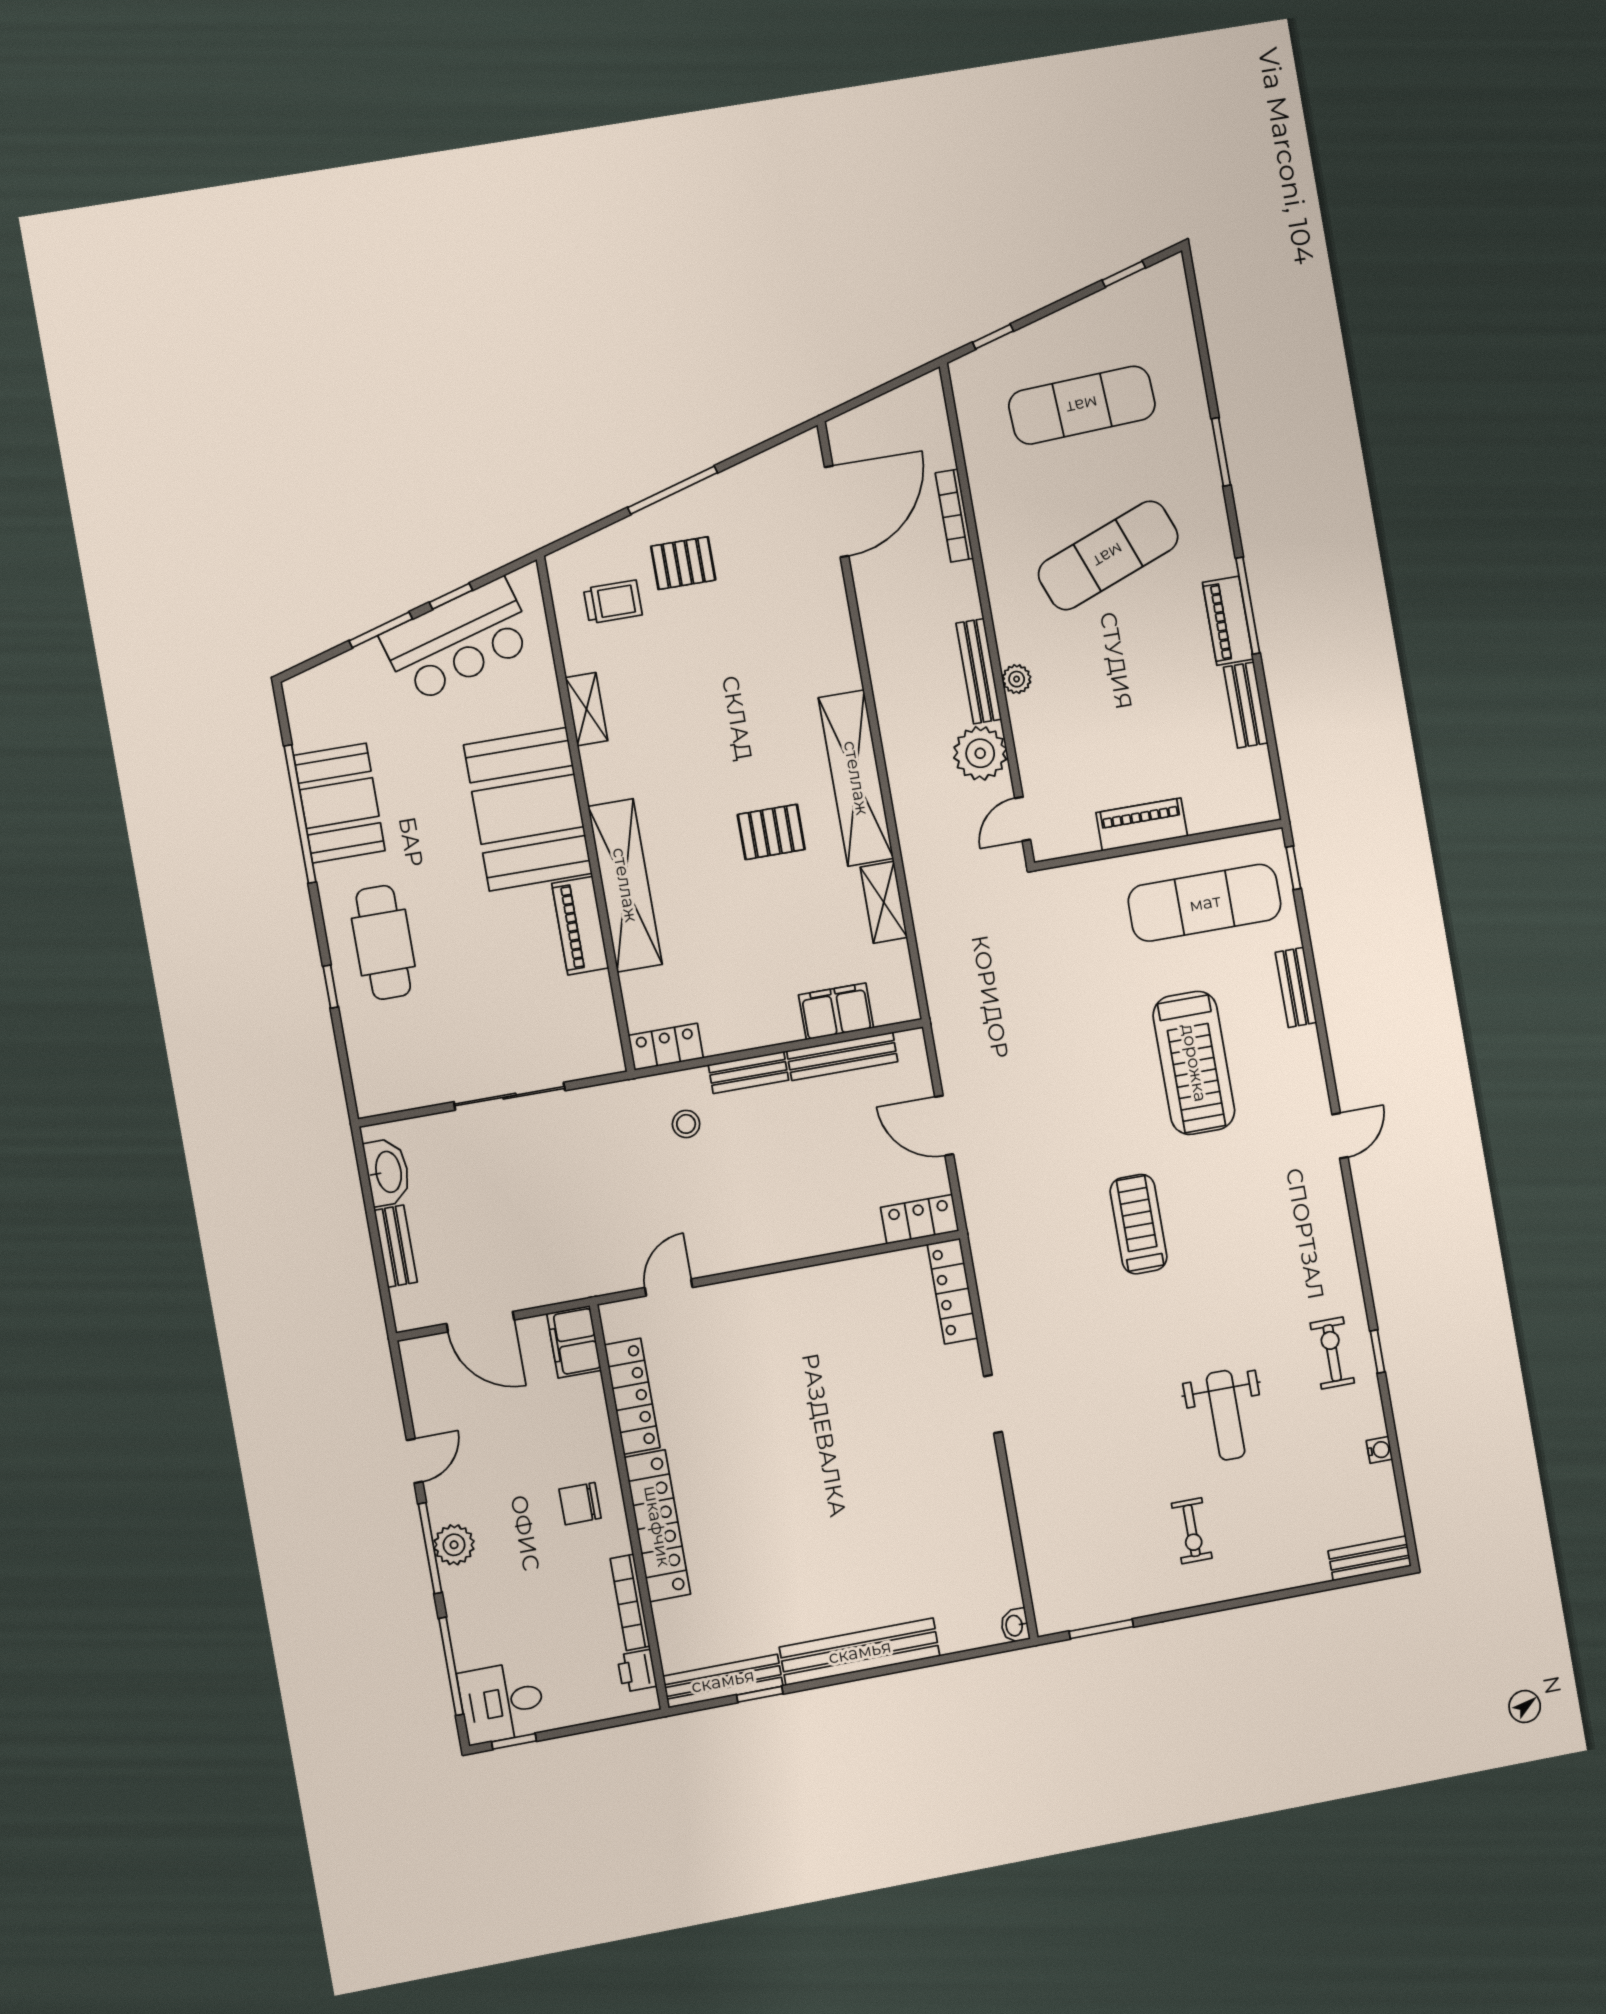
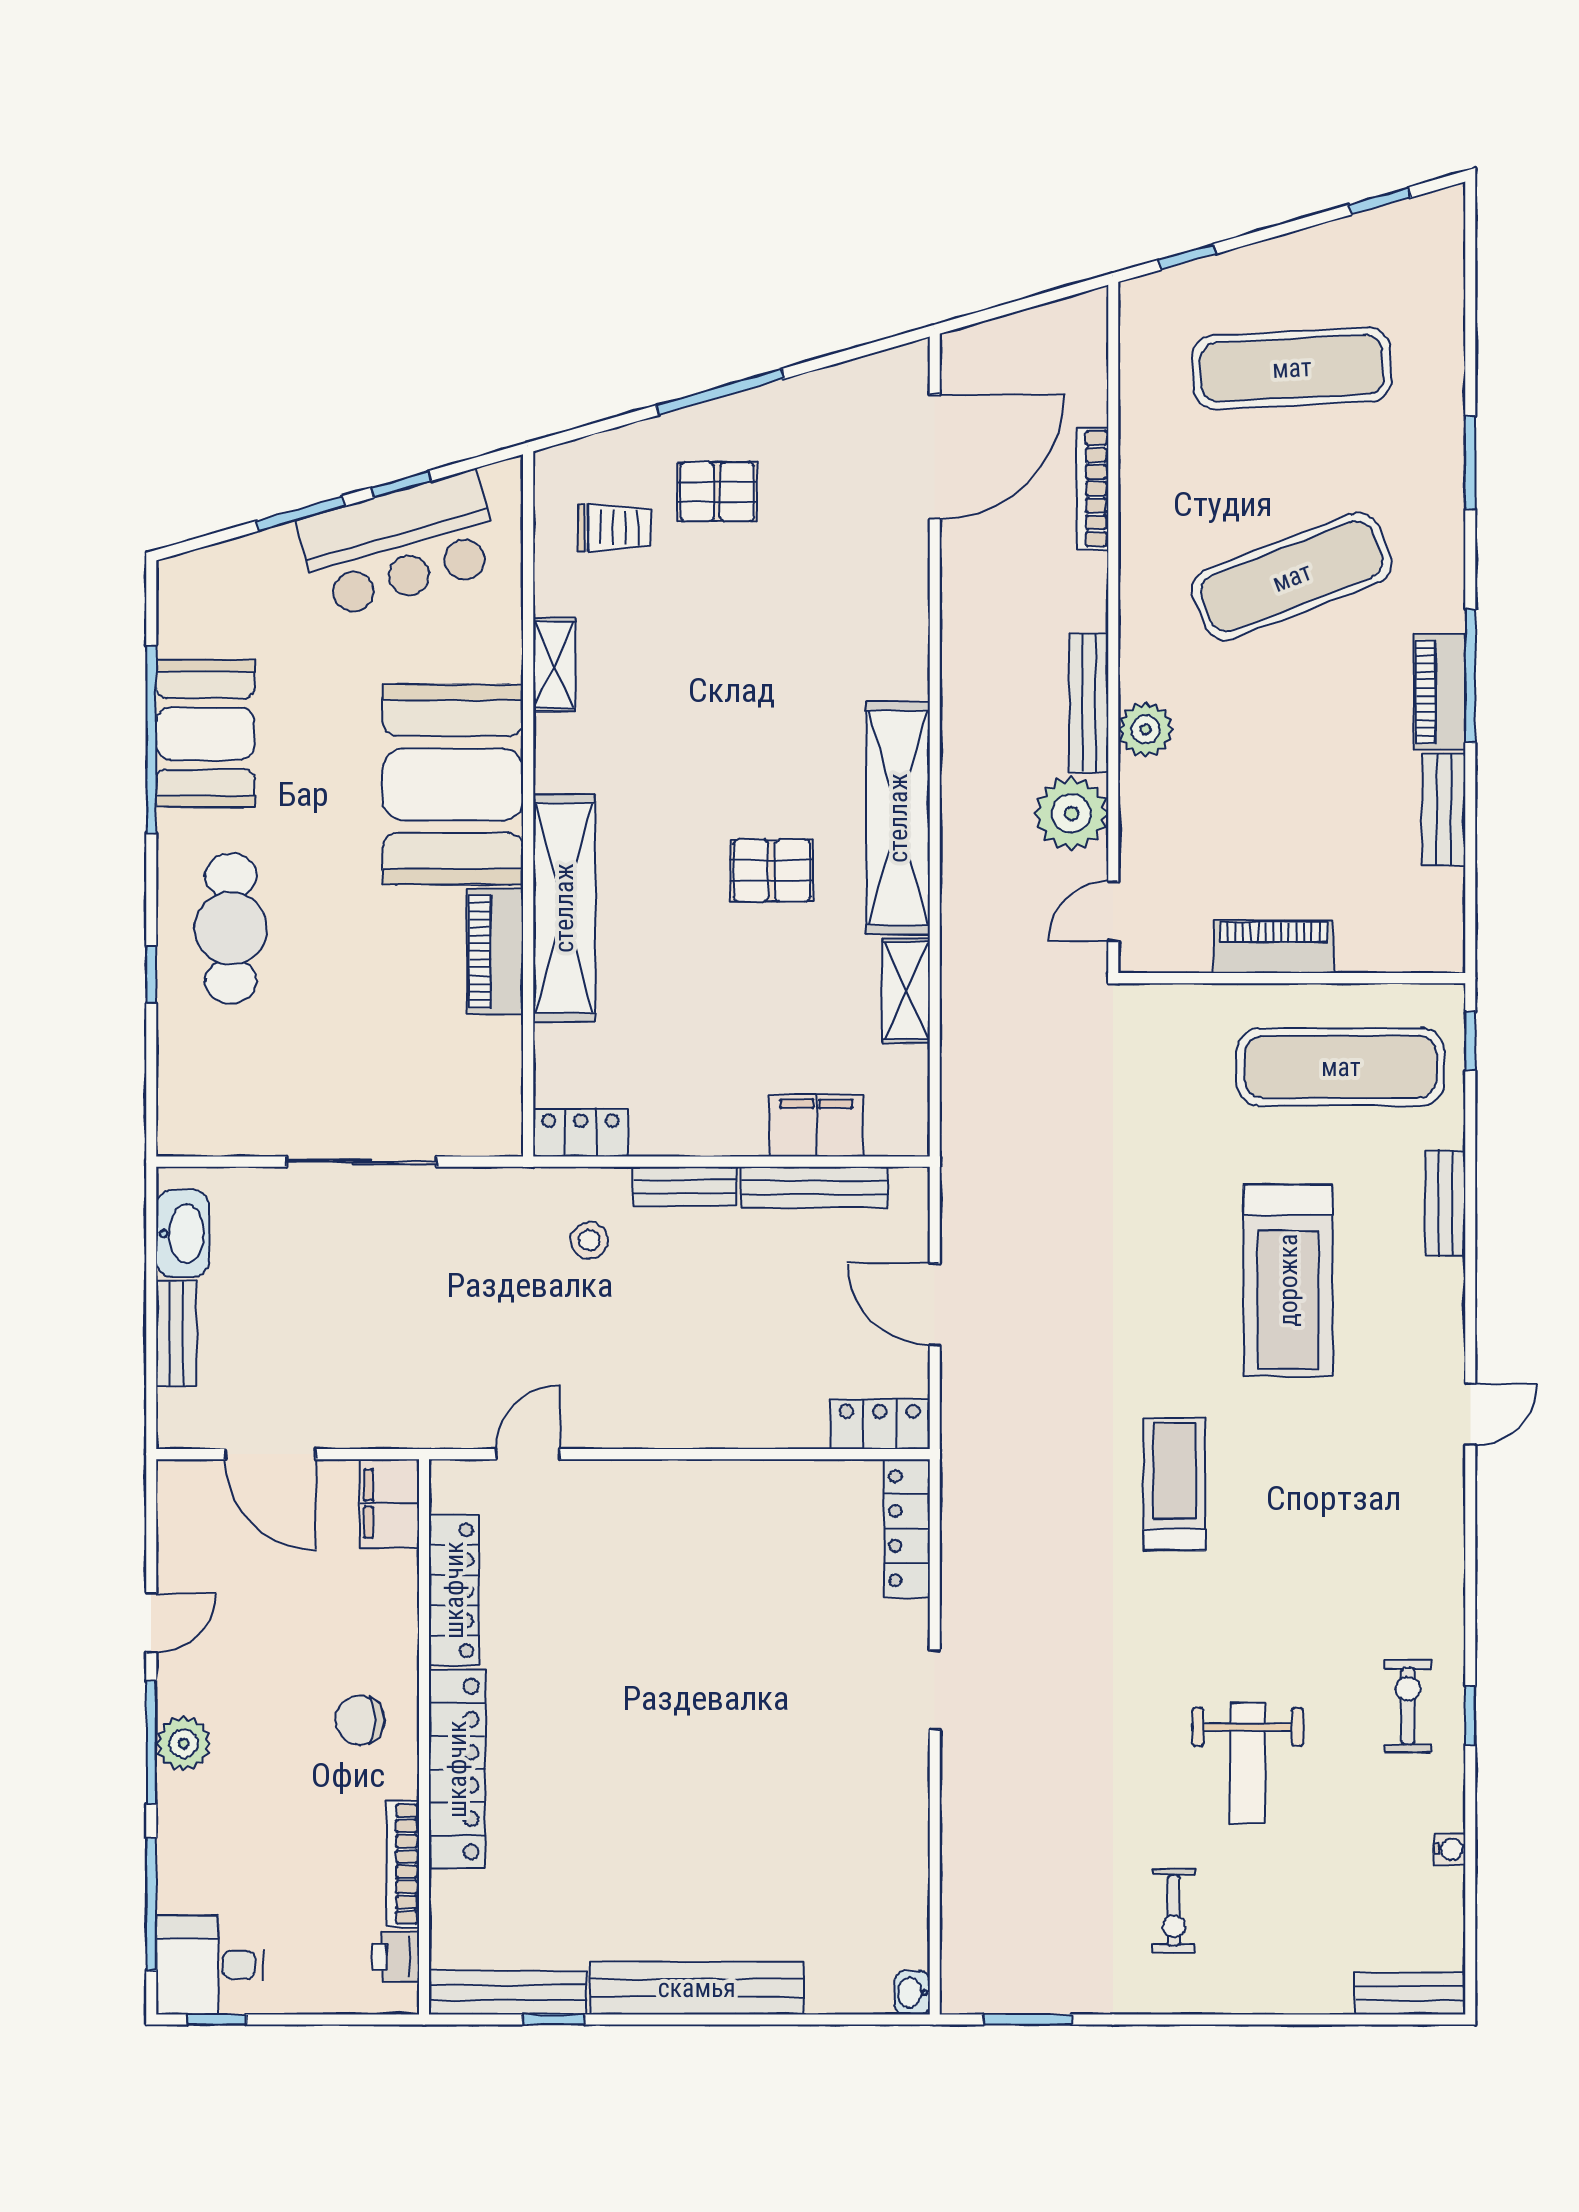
plant: (1017, 679) -> (1146, 730), width x1.38, depth x1.38

